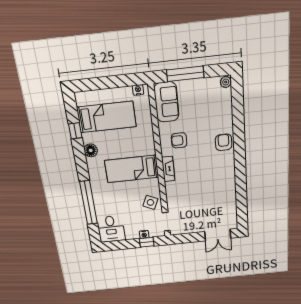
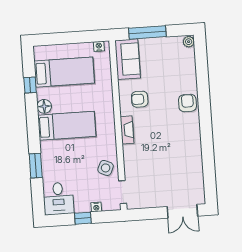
bed: (132, 169) -> (67, 126), moved, turned 180
window: (89, 203) -> (36, 166), width x0.47
window: (147, 242) -> (83, 218), moved

